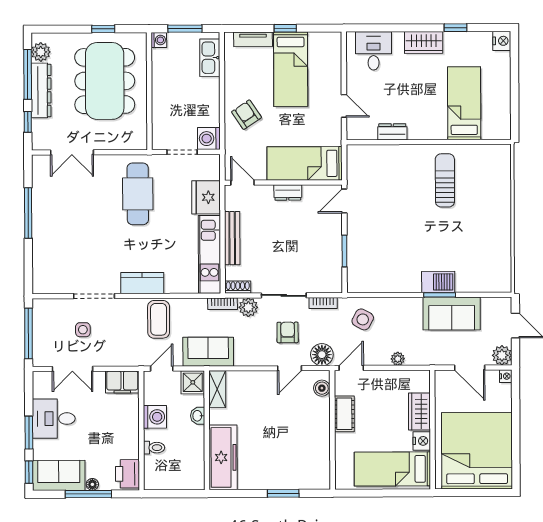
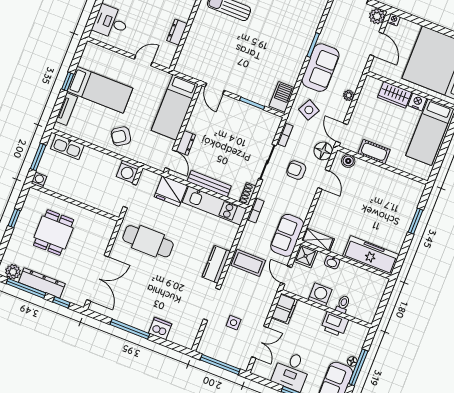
dining table: (105, 81) -> (54, 233), width x0.53, depth x0.80
double door: (72, 152) -> (97, 278), width x1.37
door: (243, 183) -> (171, 159), swing flipped
dresser: (288, 192) -> (186, 143), moved
dishwasher: (43, 248) -> (160, 329), added
barbecue: (438, 282) -> (282, 97), moved
plant: (248, 307) -> (266, 192), removed
sofa: (452, 313) -> (321, 68), moved
door: (470, 368) -> (377, 44), hinge flipped
printer: (127, 474) -> (335, 324), moved

